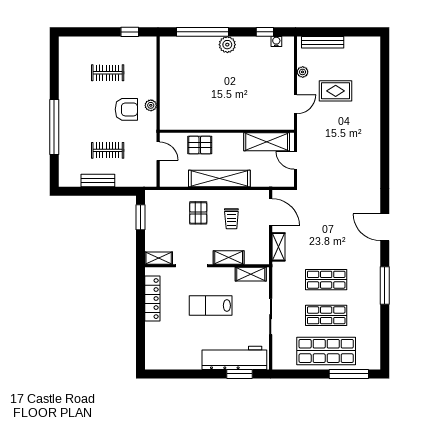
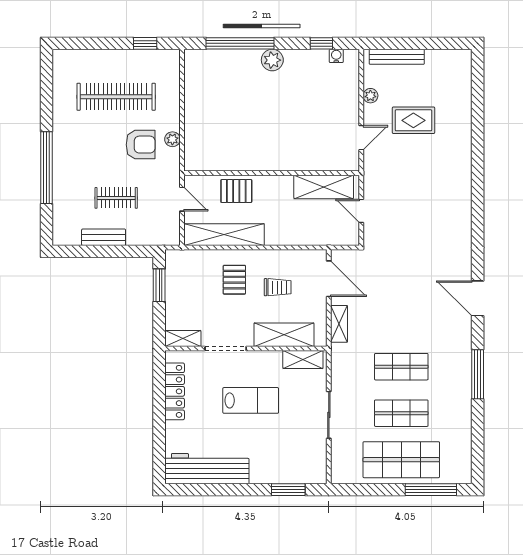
clothes rail: (108, 73) -> (116, 97), width x1.86, depth x1.31
shelving: (219, 178) -> (224, 235), moved
trolley: (231, 219) -> (278, 287), turned -90
shelving: (229, 257) -> (284, 335), width x1.50, depth x1.33
lab bench: (211, 306) -> (251, 400), turned 180
workbench: (234, 358) -> (207, 469), moved

